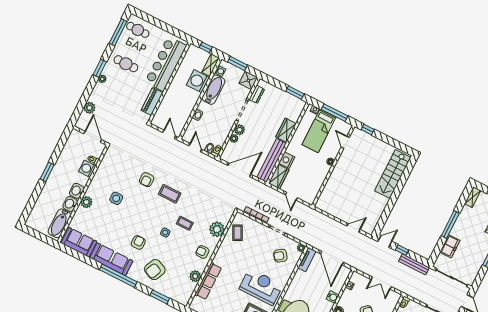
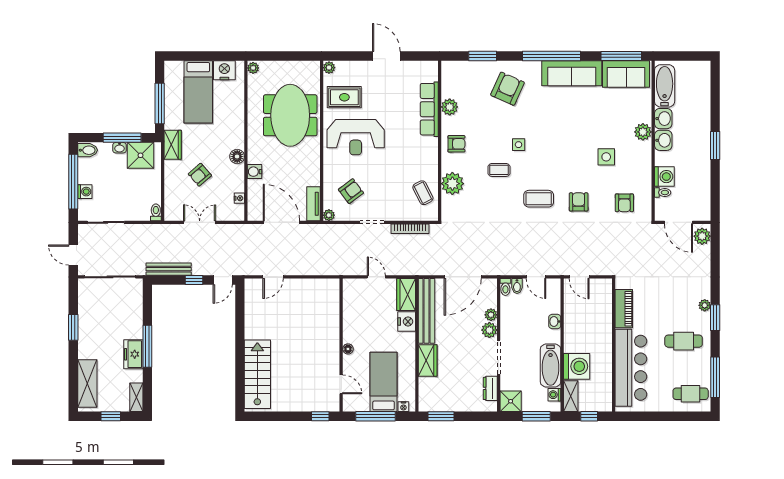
plant: (89, 108) -> (702, 236), moved
armchair: (138, 242) -> (624, 203), moved
freezer: (450, 246) -> (133, 354), moved
window: (76, 255) -> (621, 56), added

